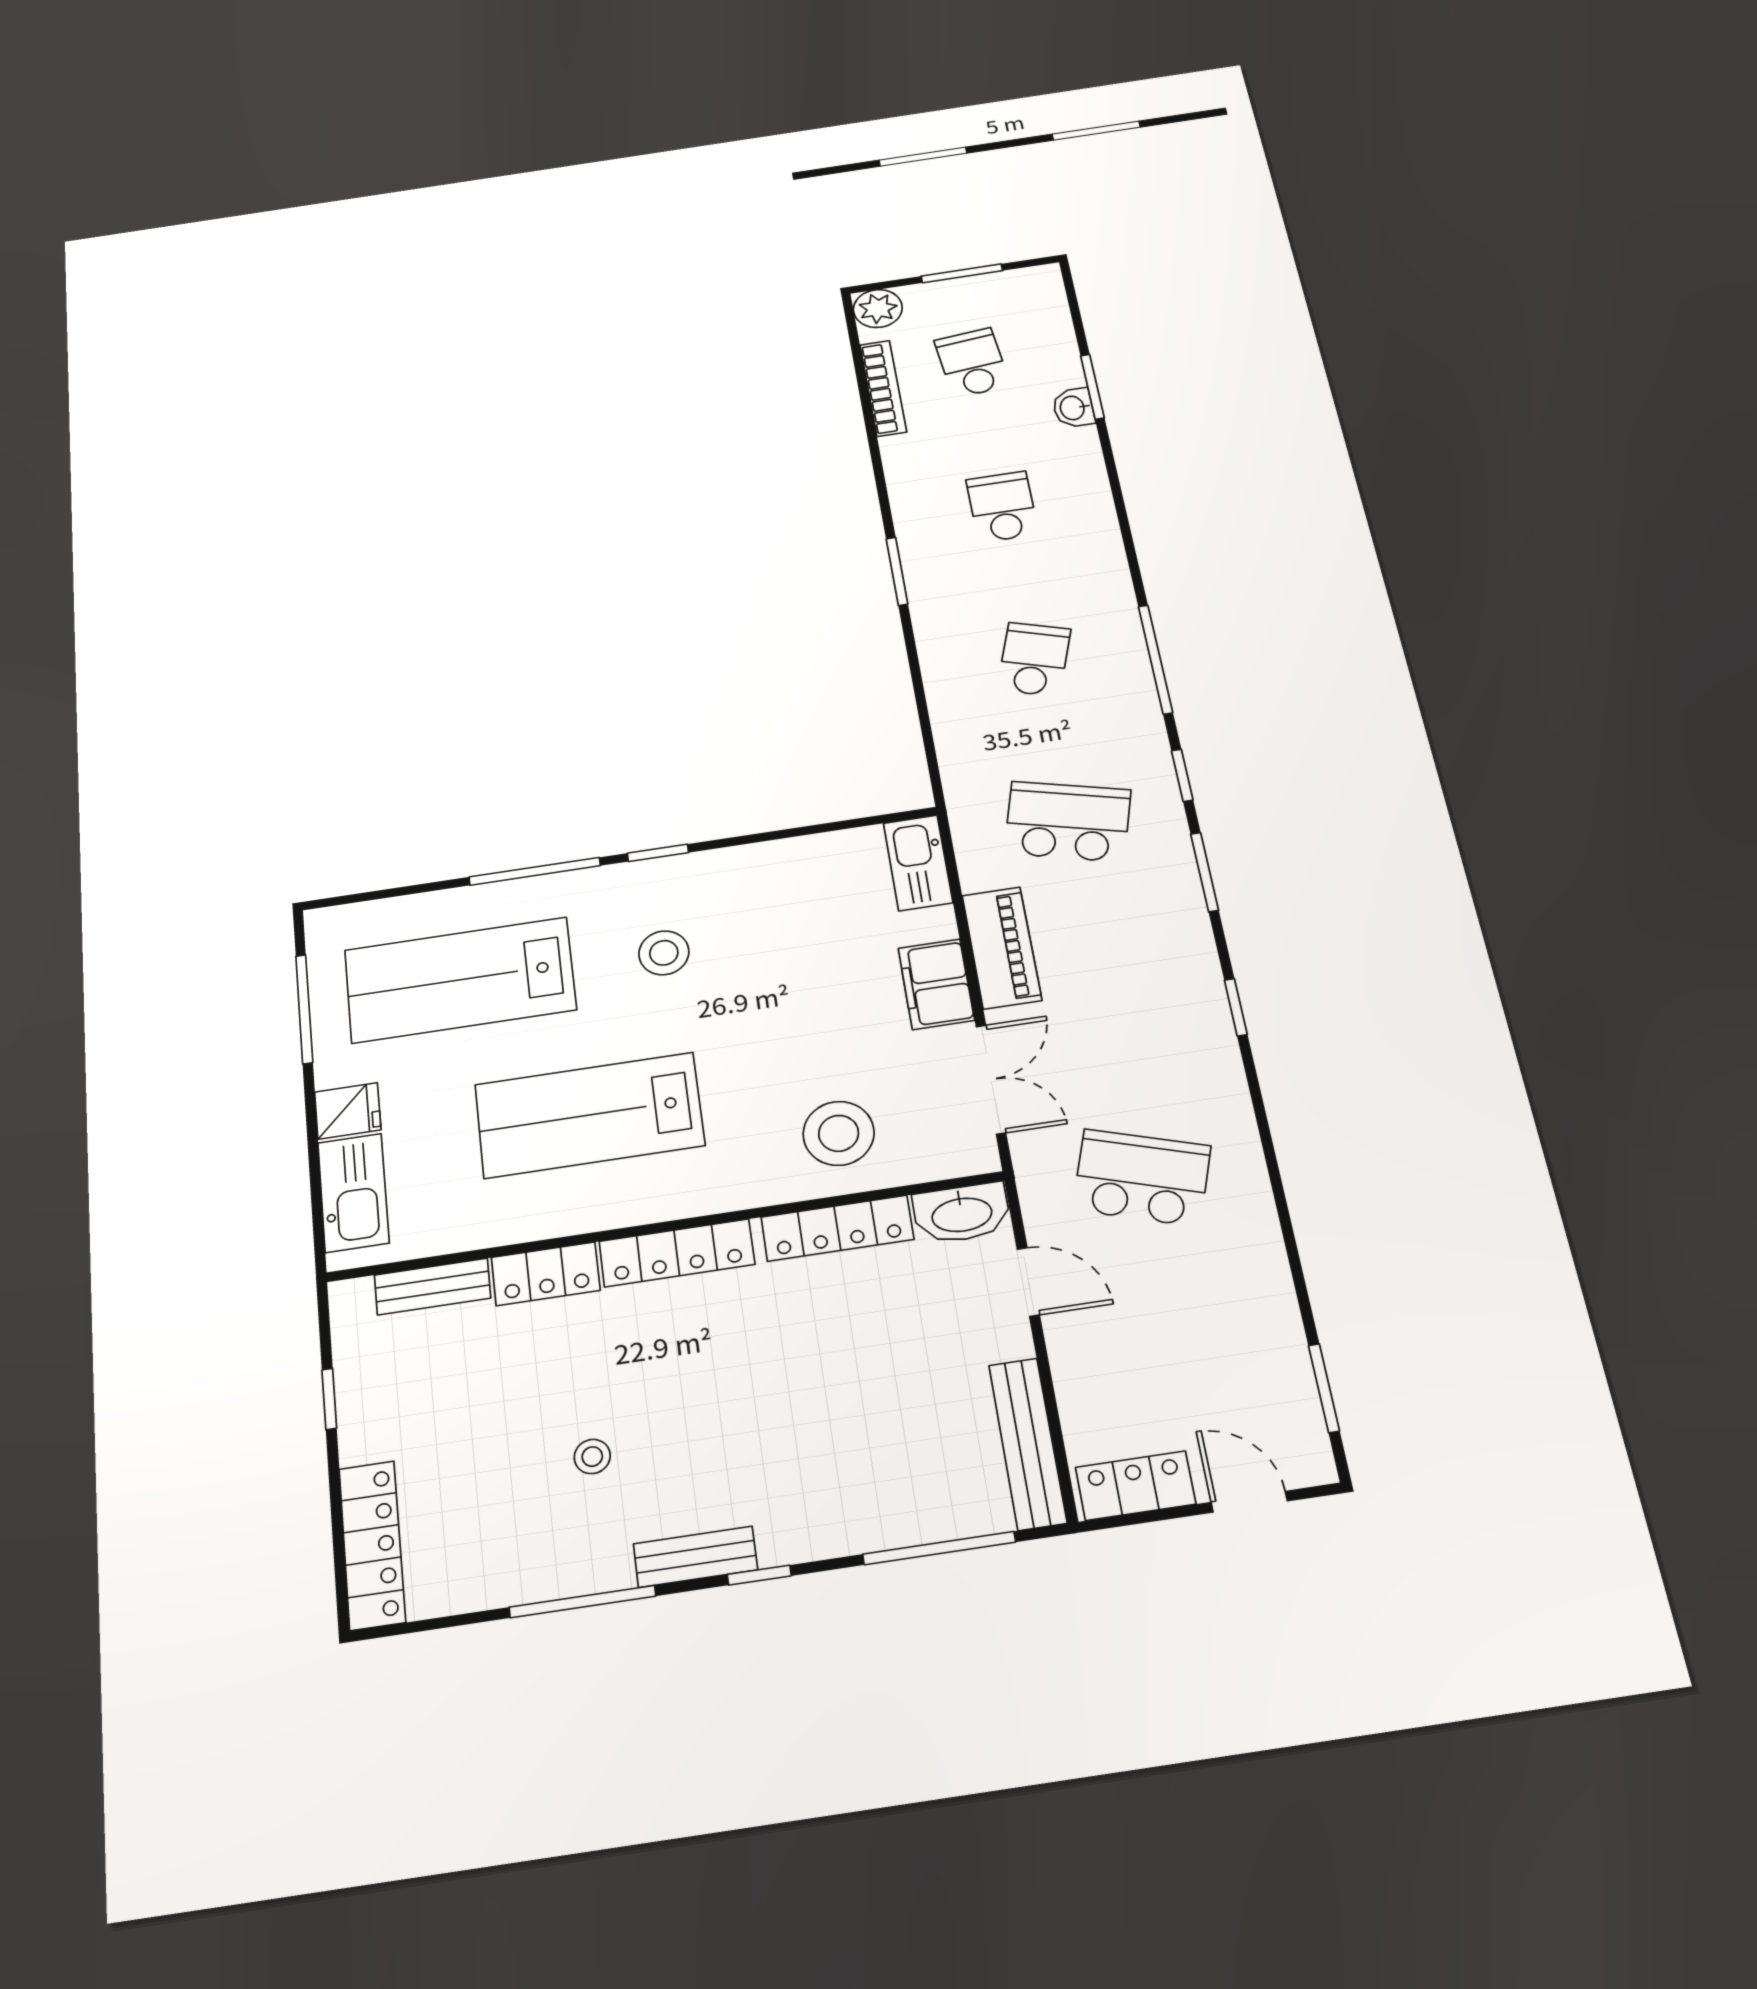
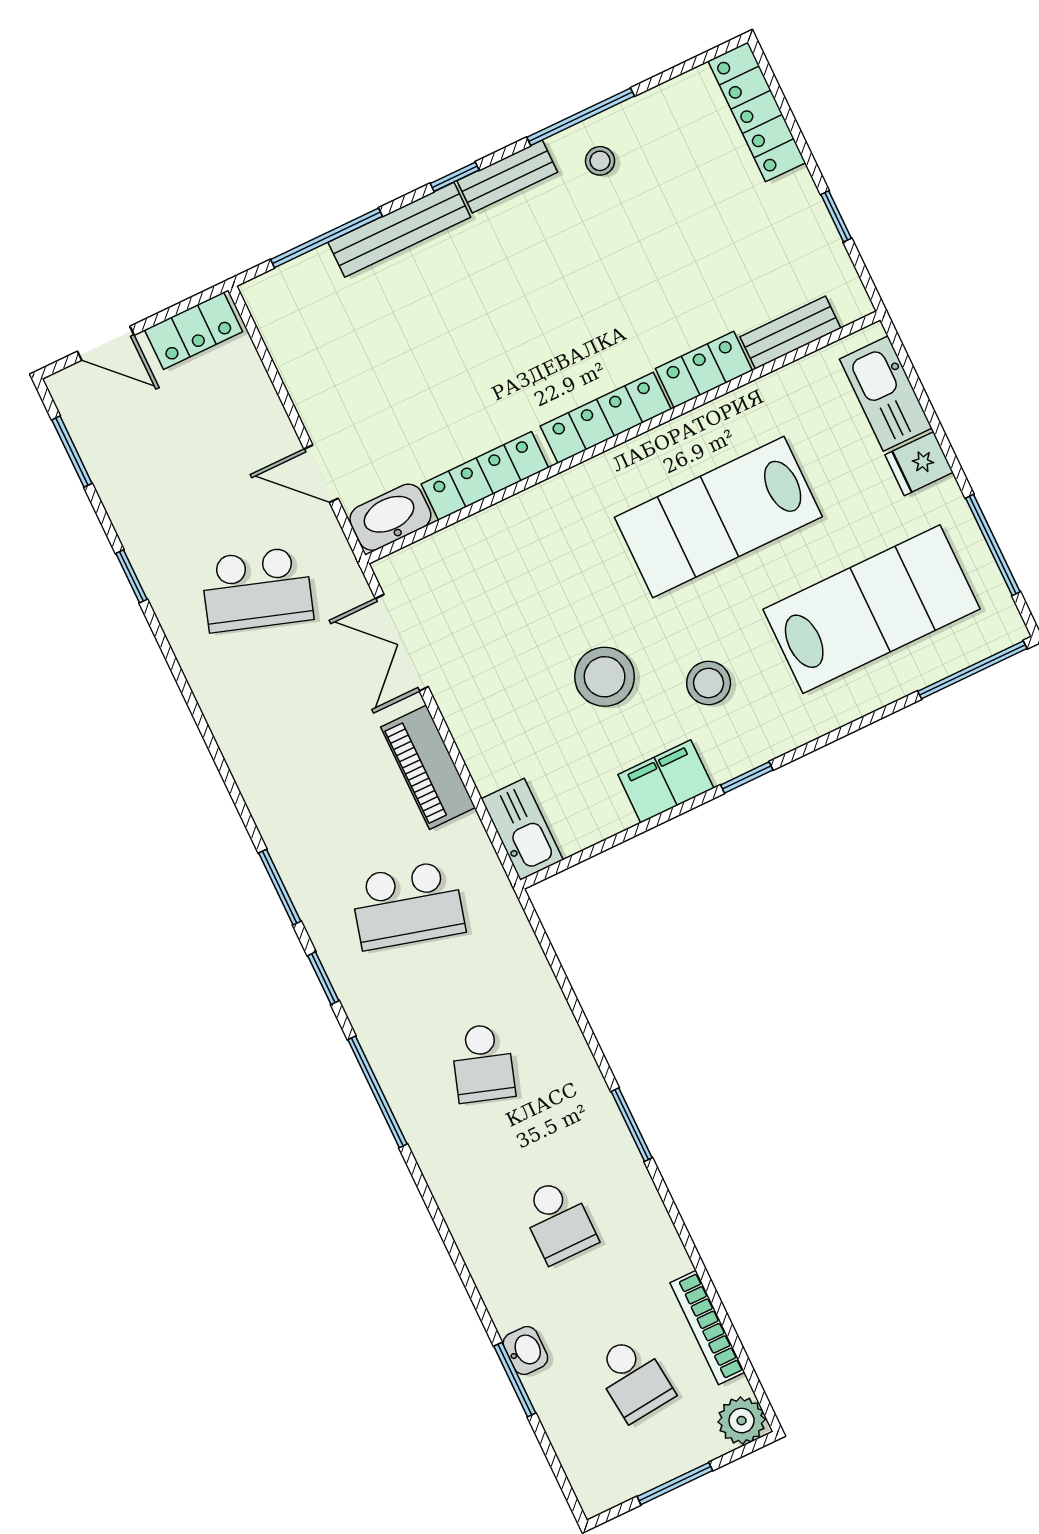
window: (535, 871) -> (972, 670), moved
filing cabinet: (936, 984) -> (666, 781), moved, turned -90
window: (1236, 1007) -> (131, 576), moved
lab bench: (589, 1115) -> (718, 517), turned 180
stool: (839, 1133) -> (605, 677), moved
bench: (1028, 1443) -> (399, 230), moved, turned 90
stool: (592, 1457) -> (600, 161), moved

